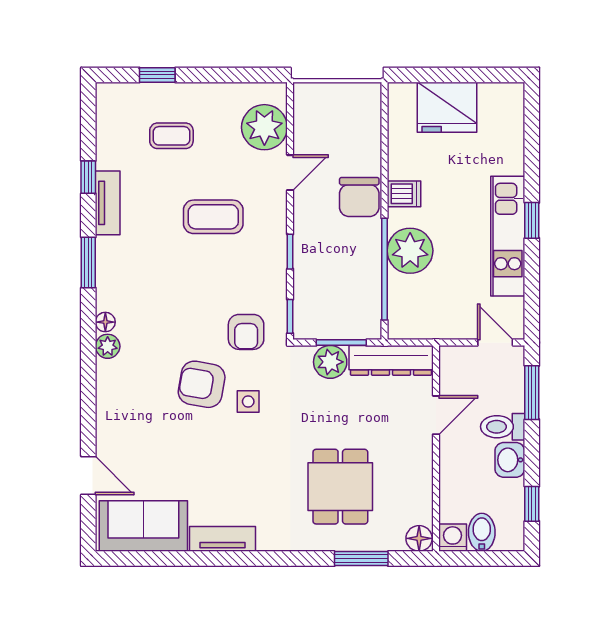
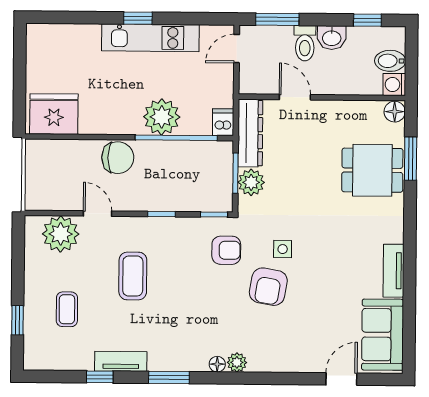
fridge: (447, 107) -> (54, 114), moved, turned -90
dishwasher: (404, 194) -> (223, 122), moved
dining table: (340, 487) -> (372, 170), moved

